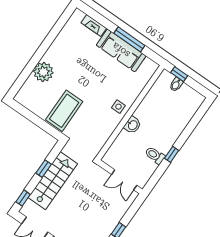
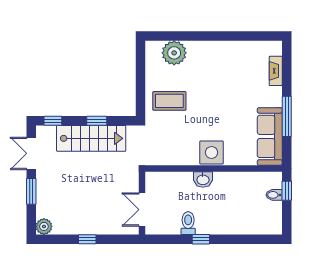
sofa: (121, 50) -> (270, 136), moved
plant: (43, 72) -> (174, 53), moved
side table: (118, 107) -> (212, 152), width x1.87, depth x1.87
coffee table: (64, 111) -> (169, 101), width x0.73, depth x0.76

